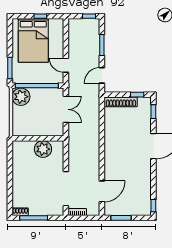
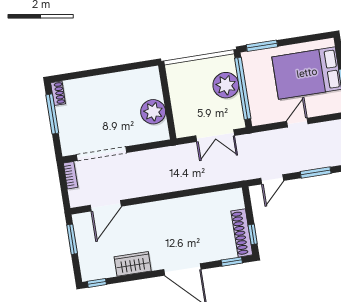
door: (66, 65) -> (297, 123), moved
door: (102, 75) -> (272, 179), swing flipped
plant: (21, 97) -> (226, 85), moved
shoe rack: (121, 102) -> (242, 233), moved
wardrobe: (144, 179) -> (133, 264), added
door: (102, 191) -> (106, 206), hinge flipped

